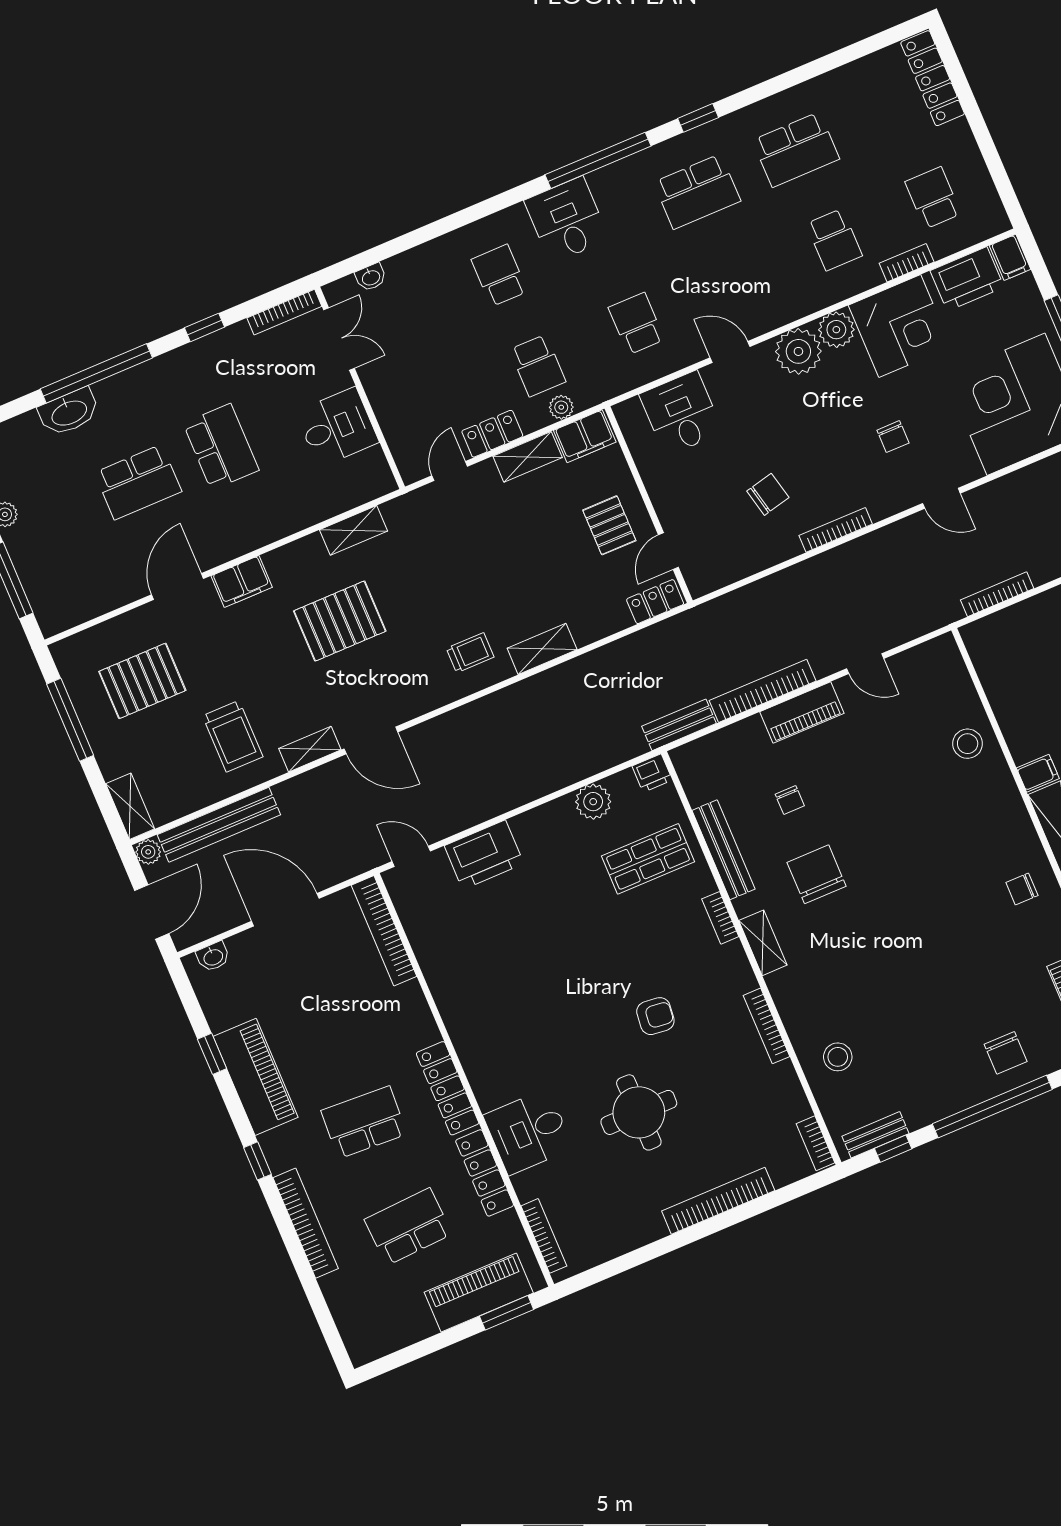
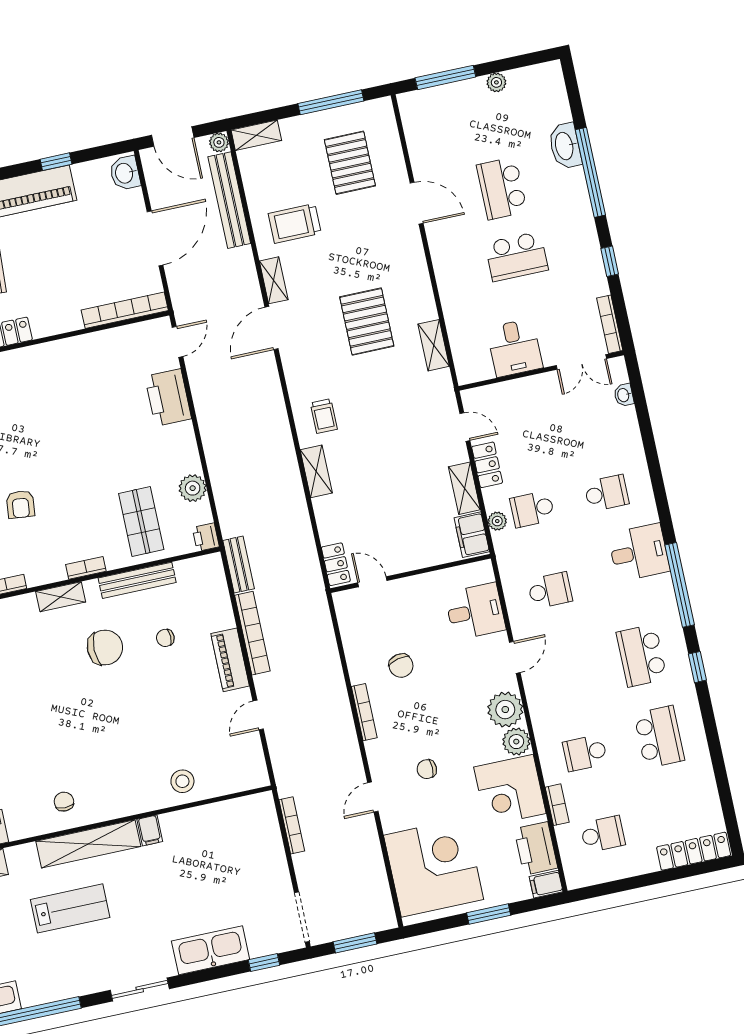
school desk: (796, 150) -> (659, 737), turned 180
pallet: (609, 525) -> (400, 541), removed
filing cabinet: (242, 582) -> (411, 253), removed
washbasin: (213, 957) -> (125, 173), width x1.38, depth x1.45

